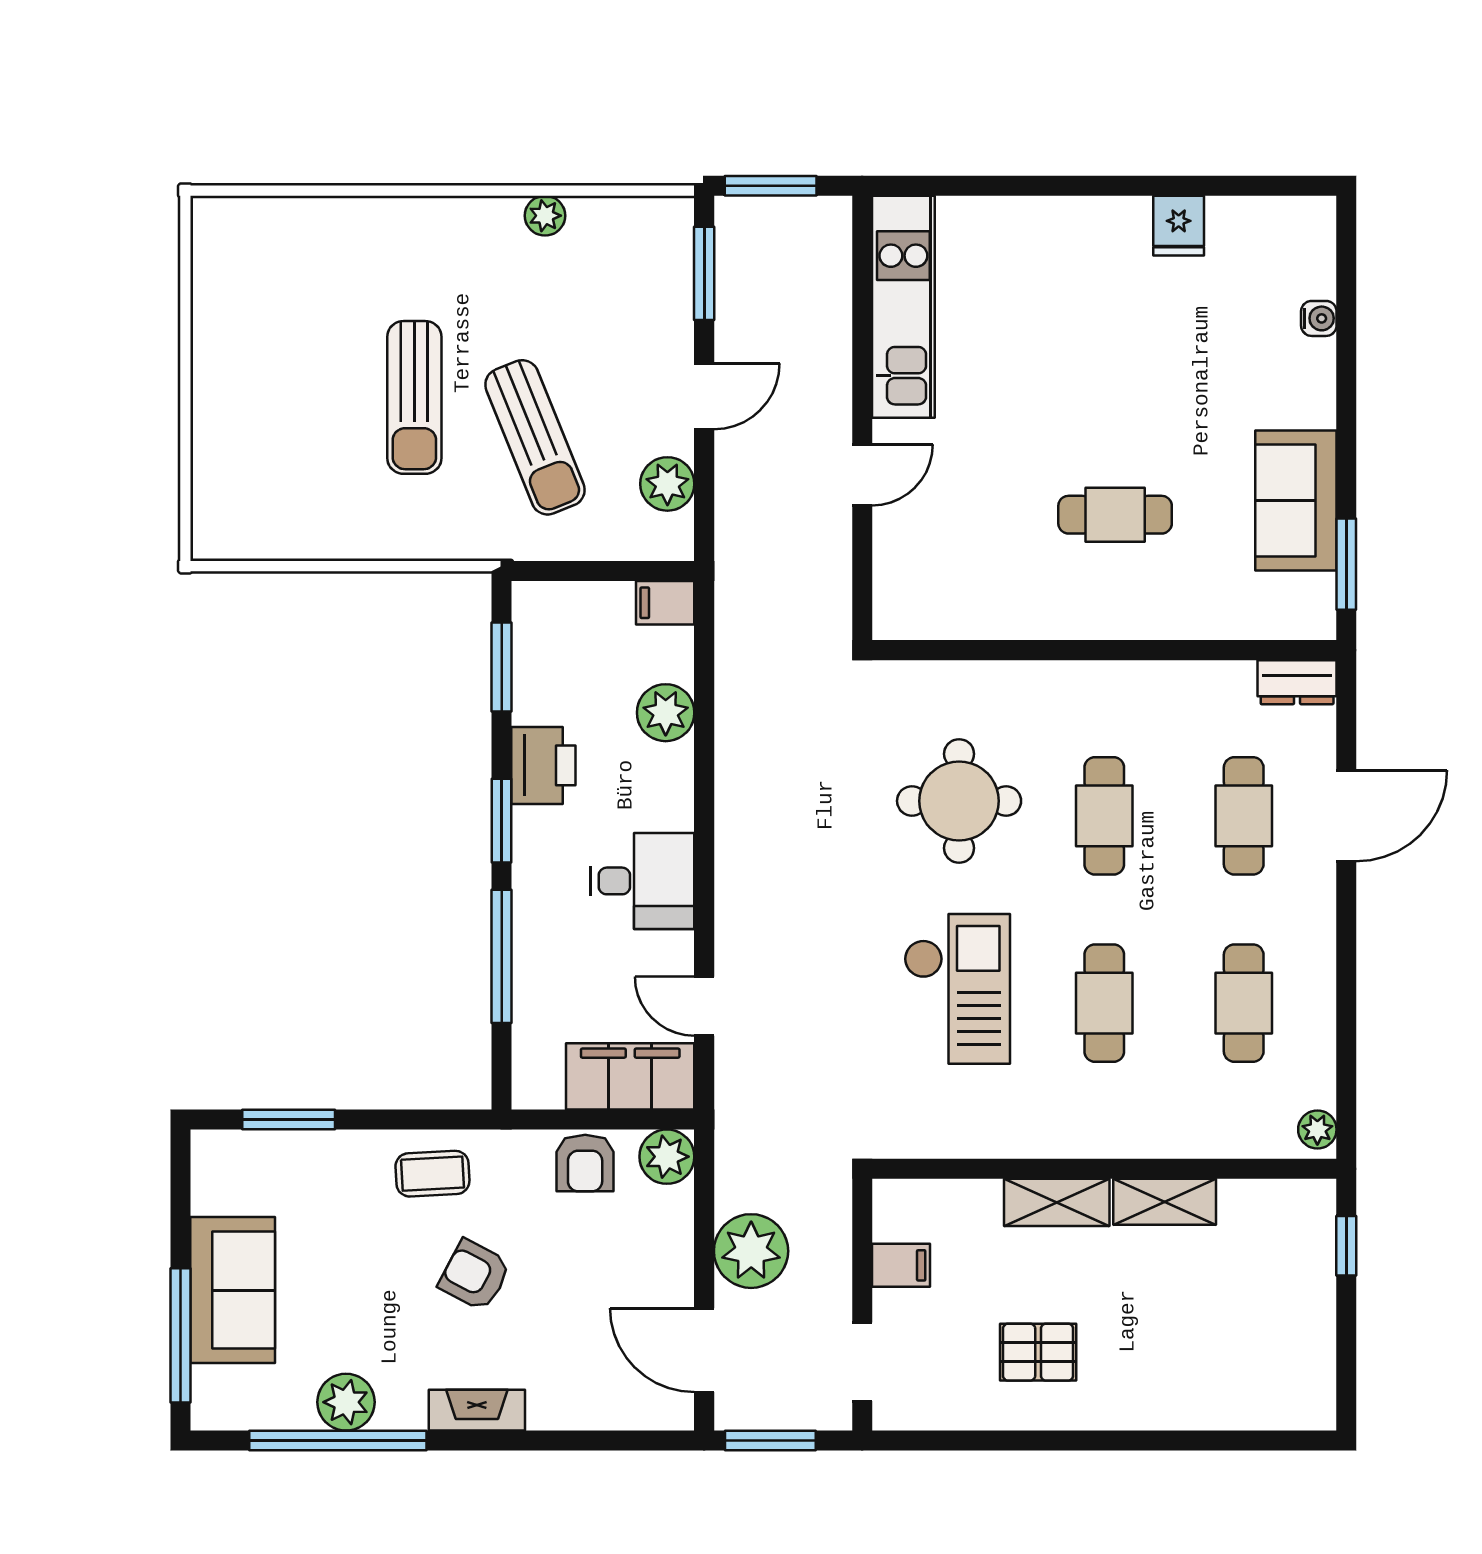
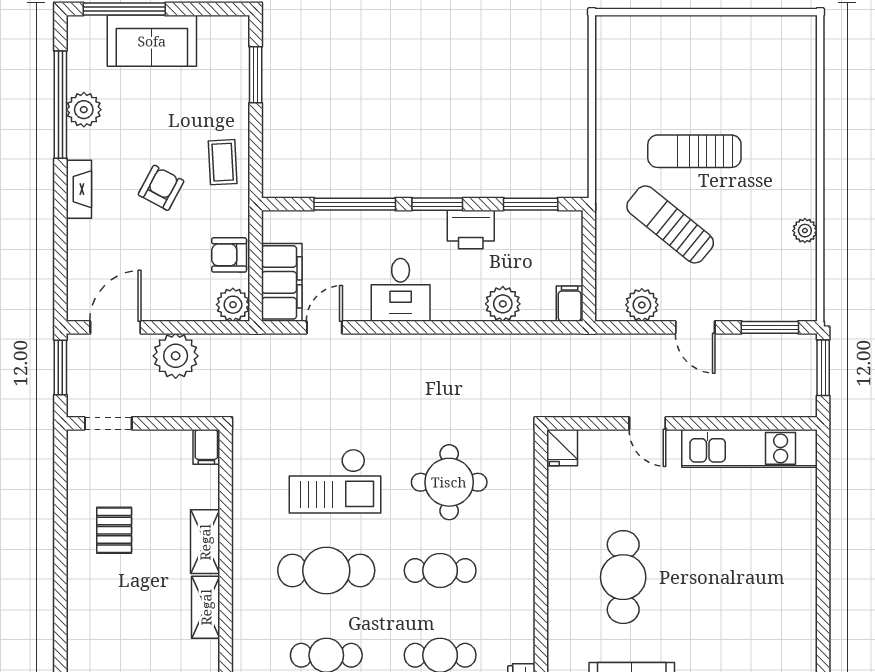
fridge: (1179, 226) -> (562, 448), moved, turned -90
sun lounger: (535, 437) -> (670, 224), turned 61
cafe table: (1115, 515) -> (623, 577), width x1.37, depth x1.35
cafe table: (1104, 1003) -> (326, 570), width x1.37, depth x1.35
filing cabinet: (901, 1265) -> (206, 447), moved

